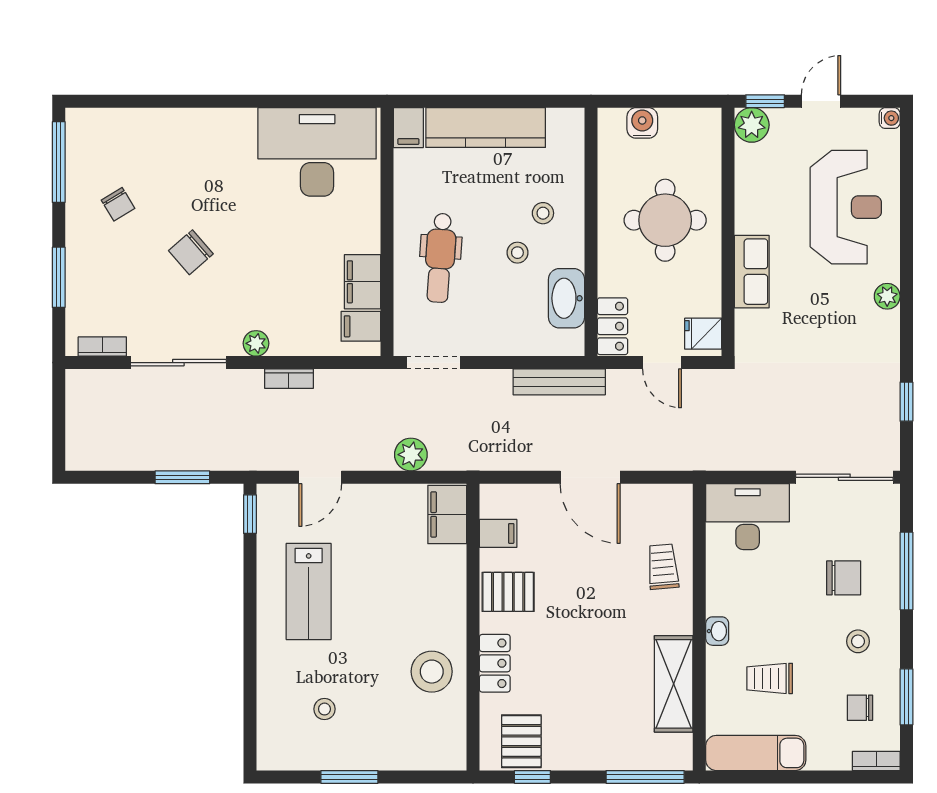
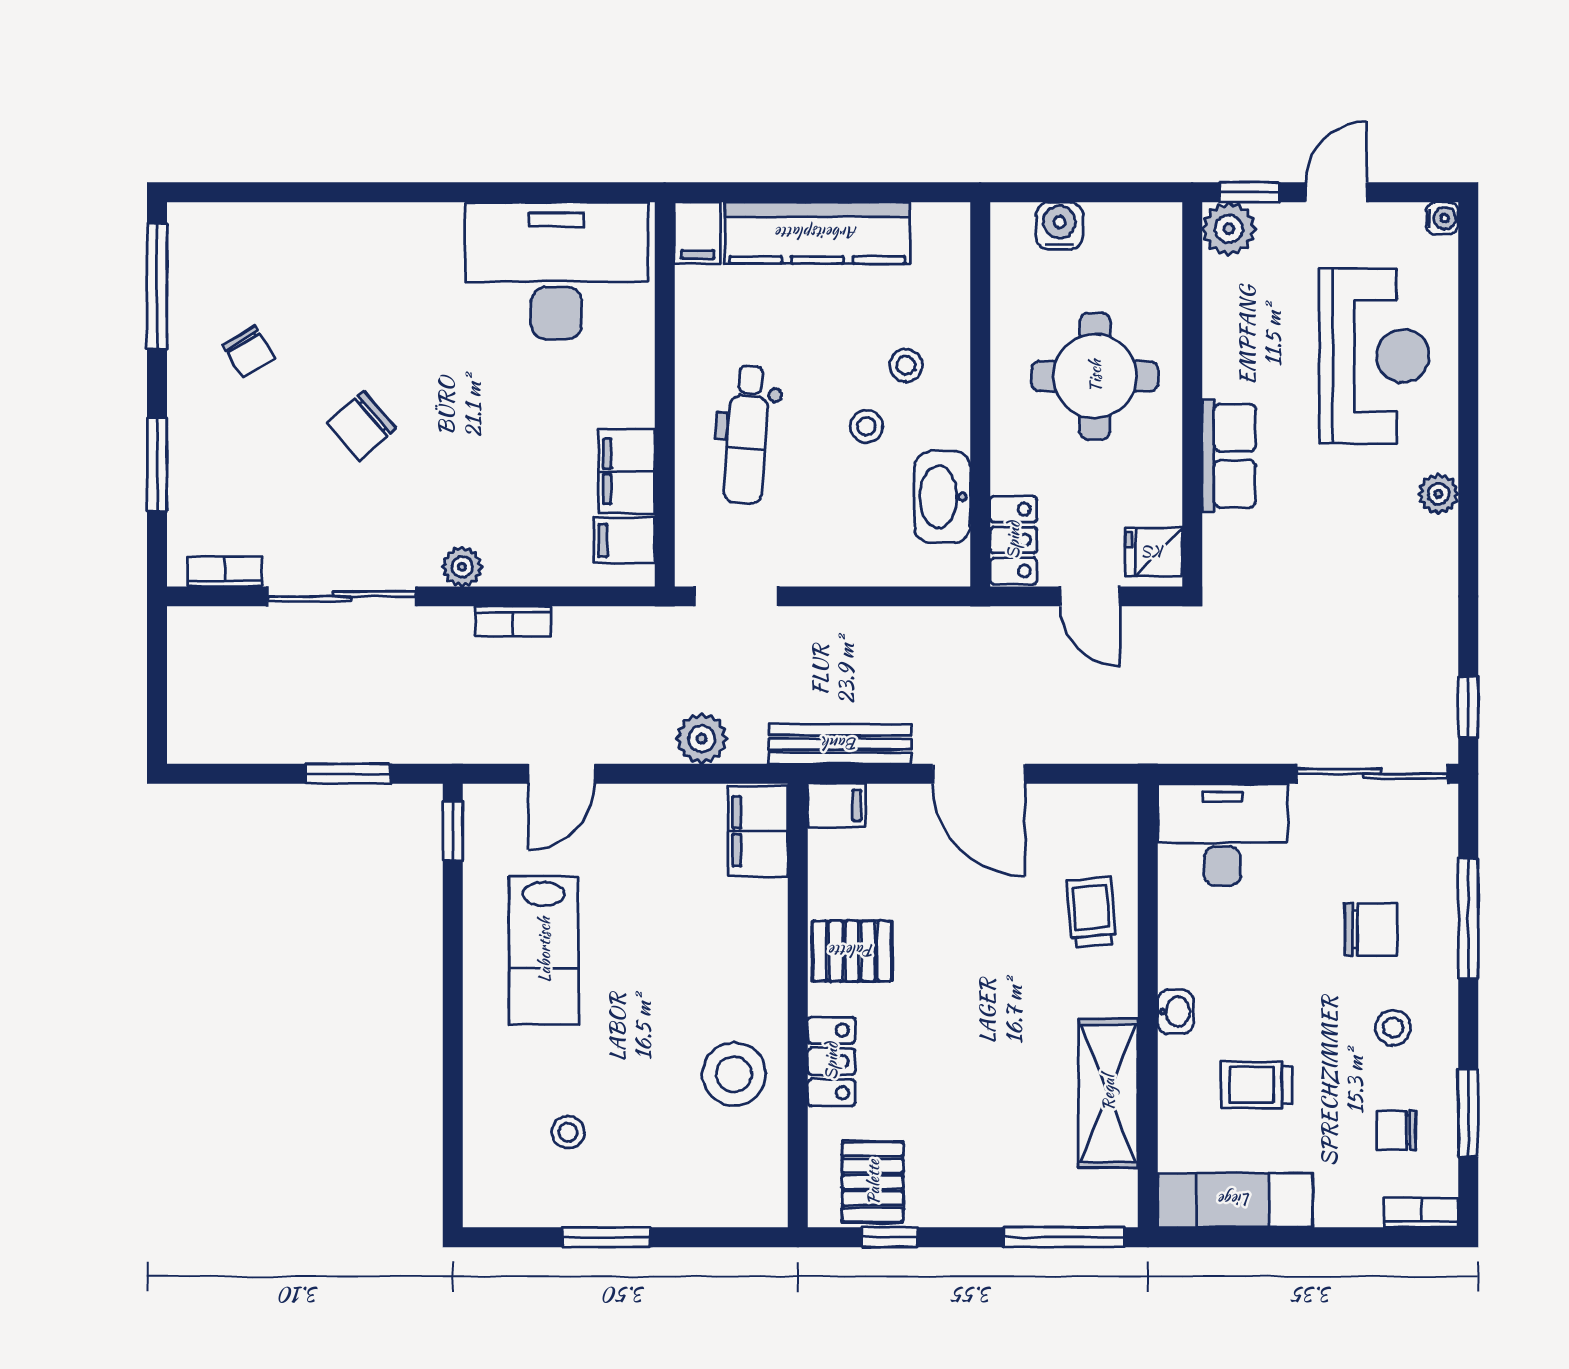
bench: (559, 382) -> (840, 744), moved
window: (906, 402) -> (1468, 707), moved
filing cabinet: (498, 533) -> (837, 805), moved

